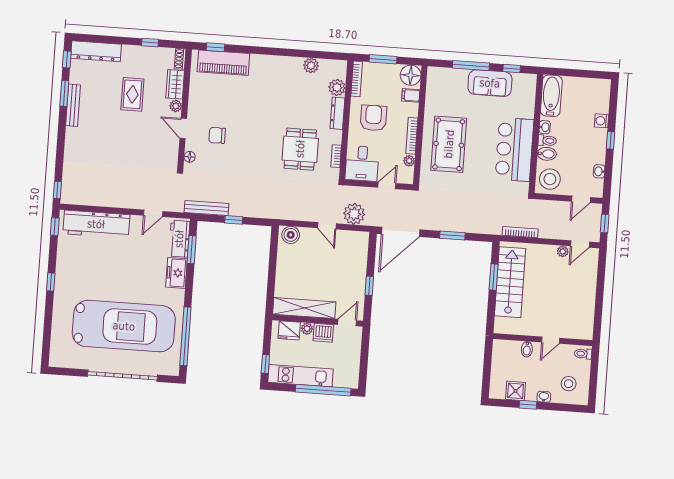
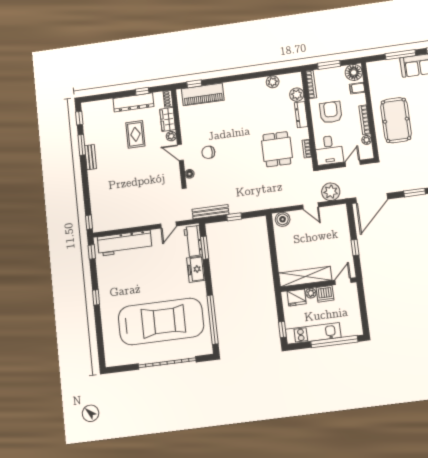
dresser: (96, 51) -> (133, 102), moved
bench: (73, 105) -> (91, 157), width x0.73

